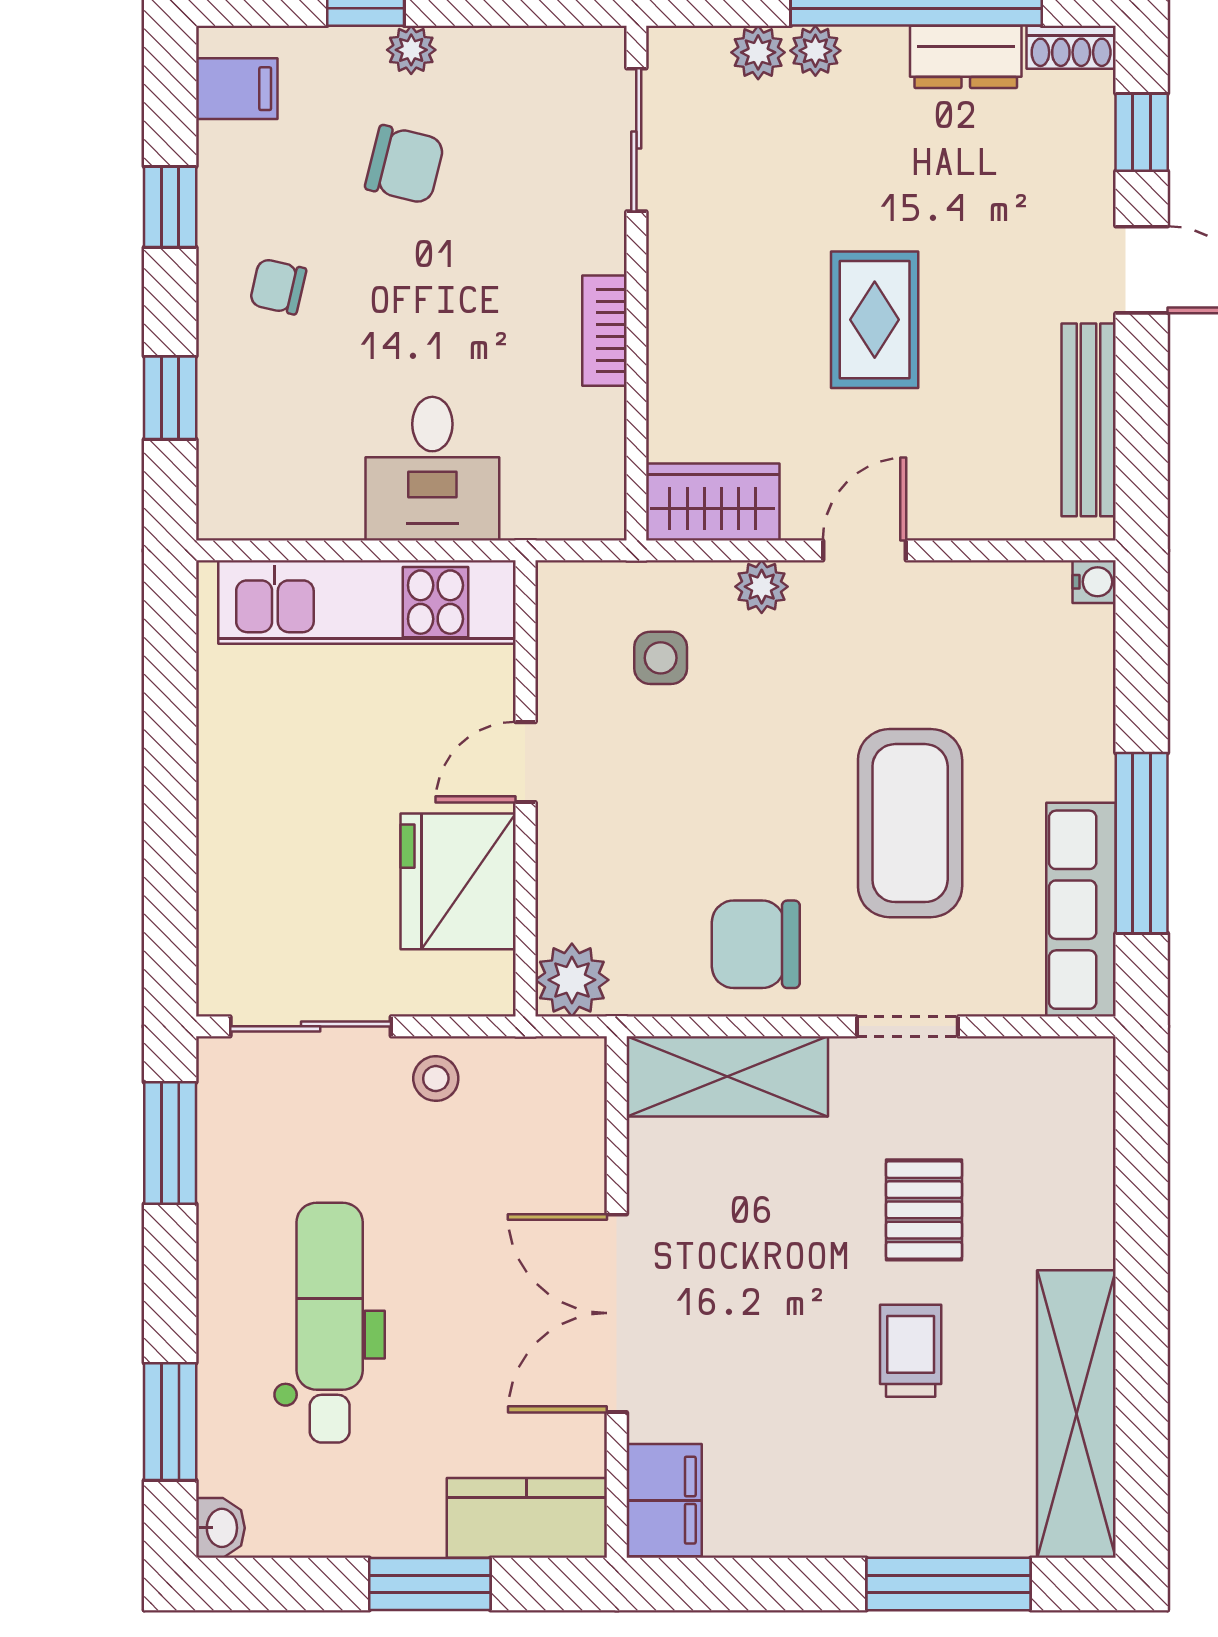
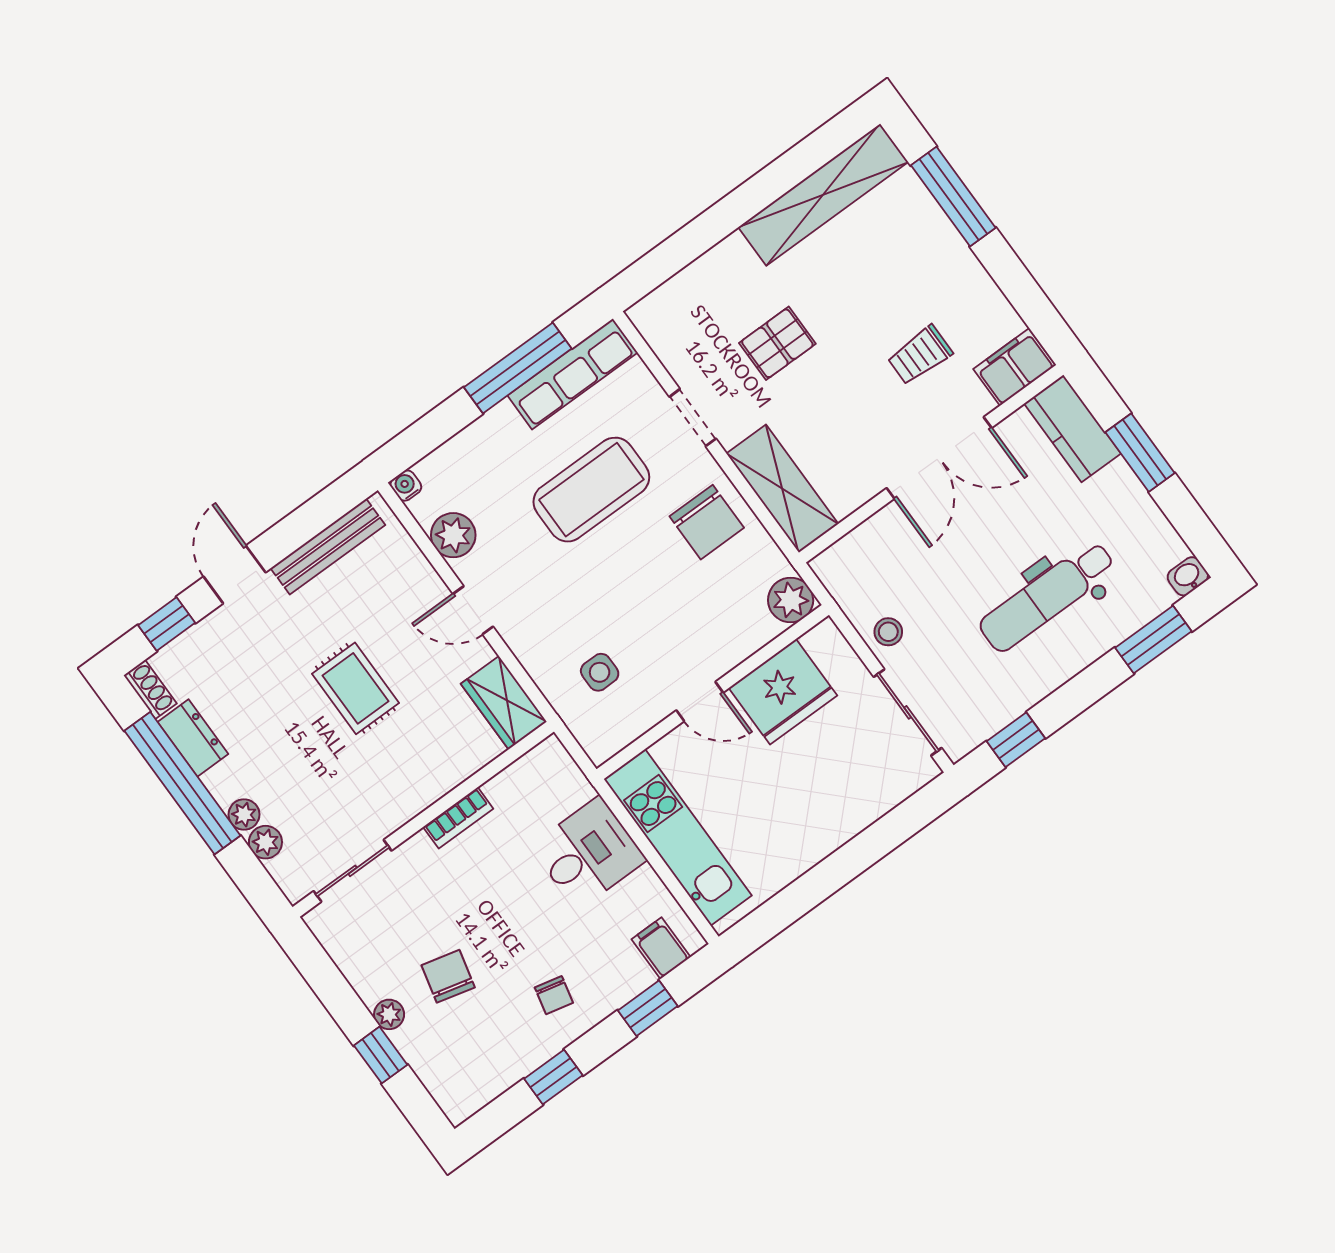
filing cabinet: (237, 89) -> (661, 948), moved
rug: (875, 320) -> (355, 688), turned 90
plant: (762, 587) -> (453, 535), moved, width x1.38, depth x1.38
window: (170, 1143) -> (1016, 740), width x0.67
trolley: (911, 1351) -> (920, 355), moved

